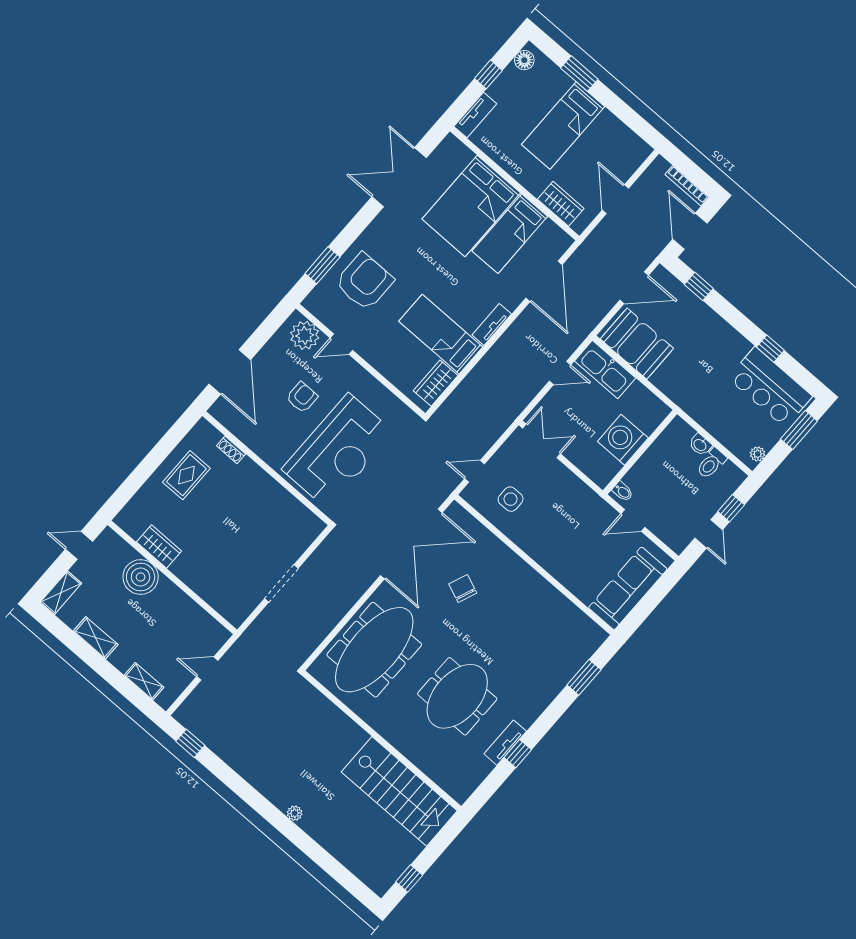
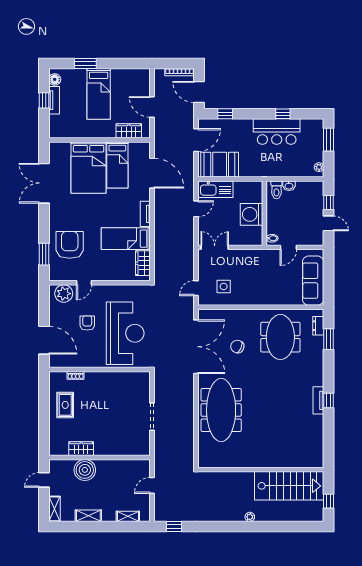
tv unit: (475, 115) -> (54, 100), moved
bar counter: (770, 387) -> (277, 132), moved
toilet: (711, 463) -> (276, 190), moved
dresser: (586, 650) -> (318, 326), added
meeting table: (457, 696) -> (280, 337), moved
wall: (381, 741) -> (261, 470), moved
stairs: (399, 791) -> (289, 486), moved

